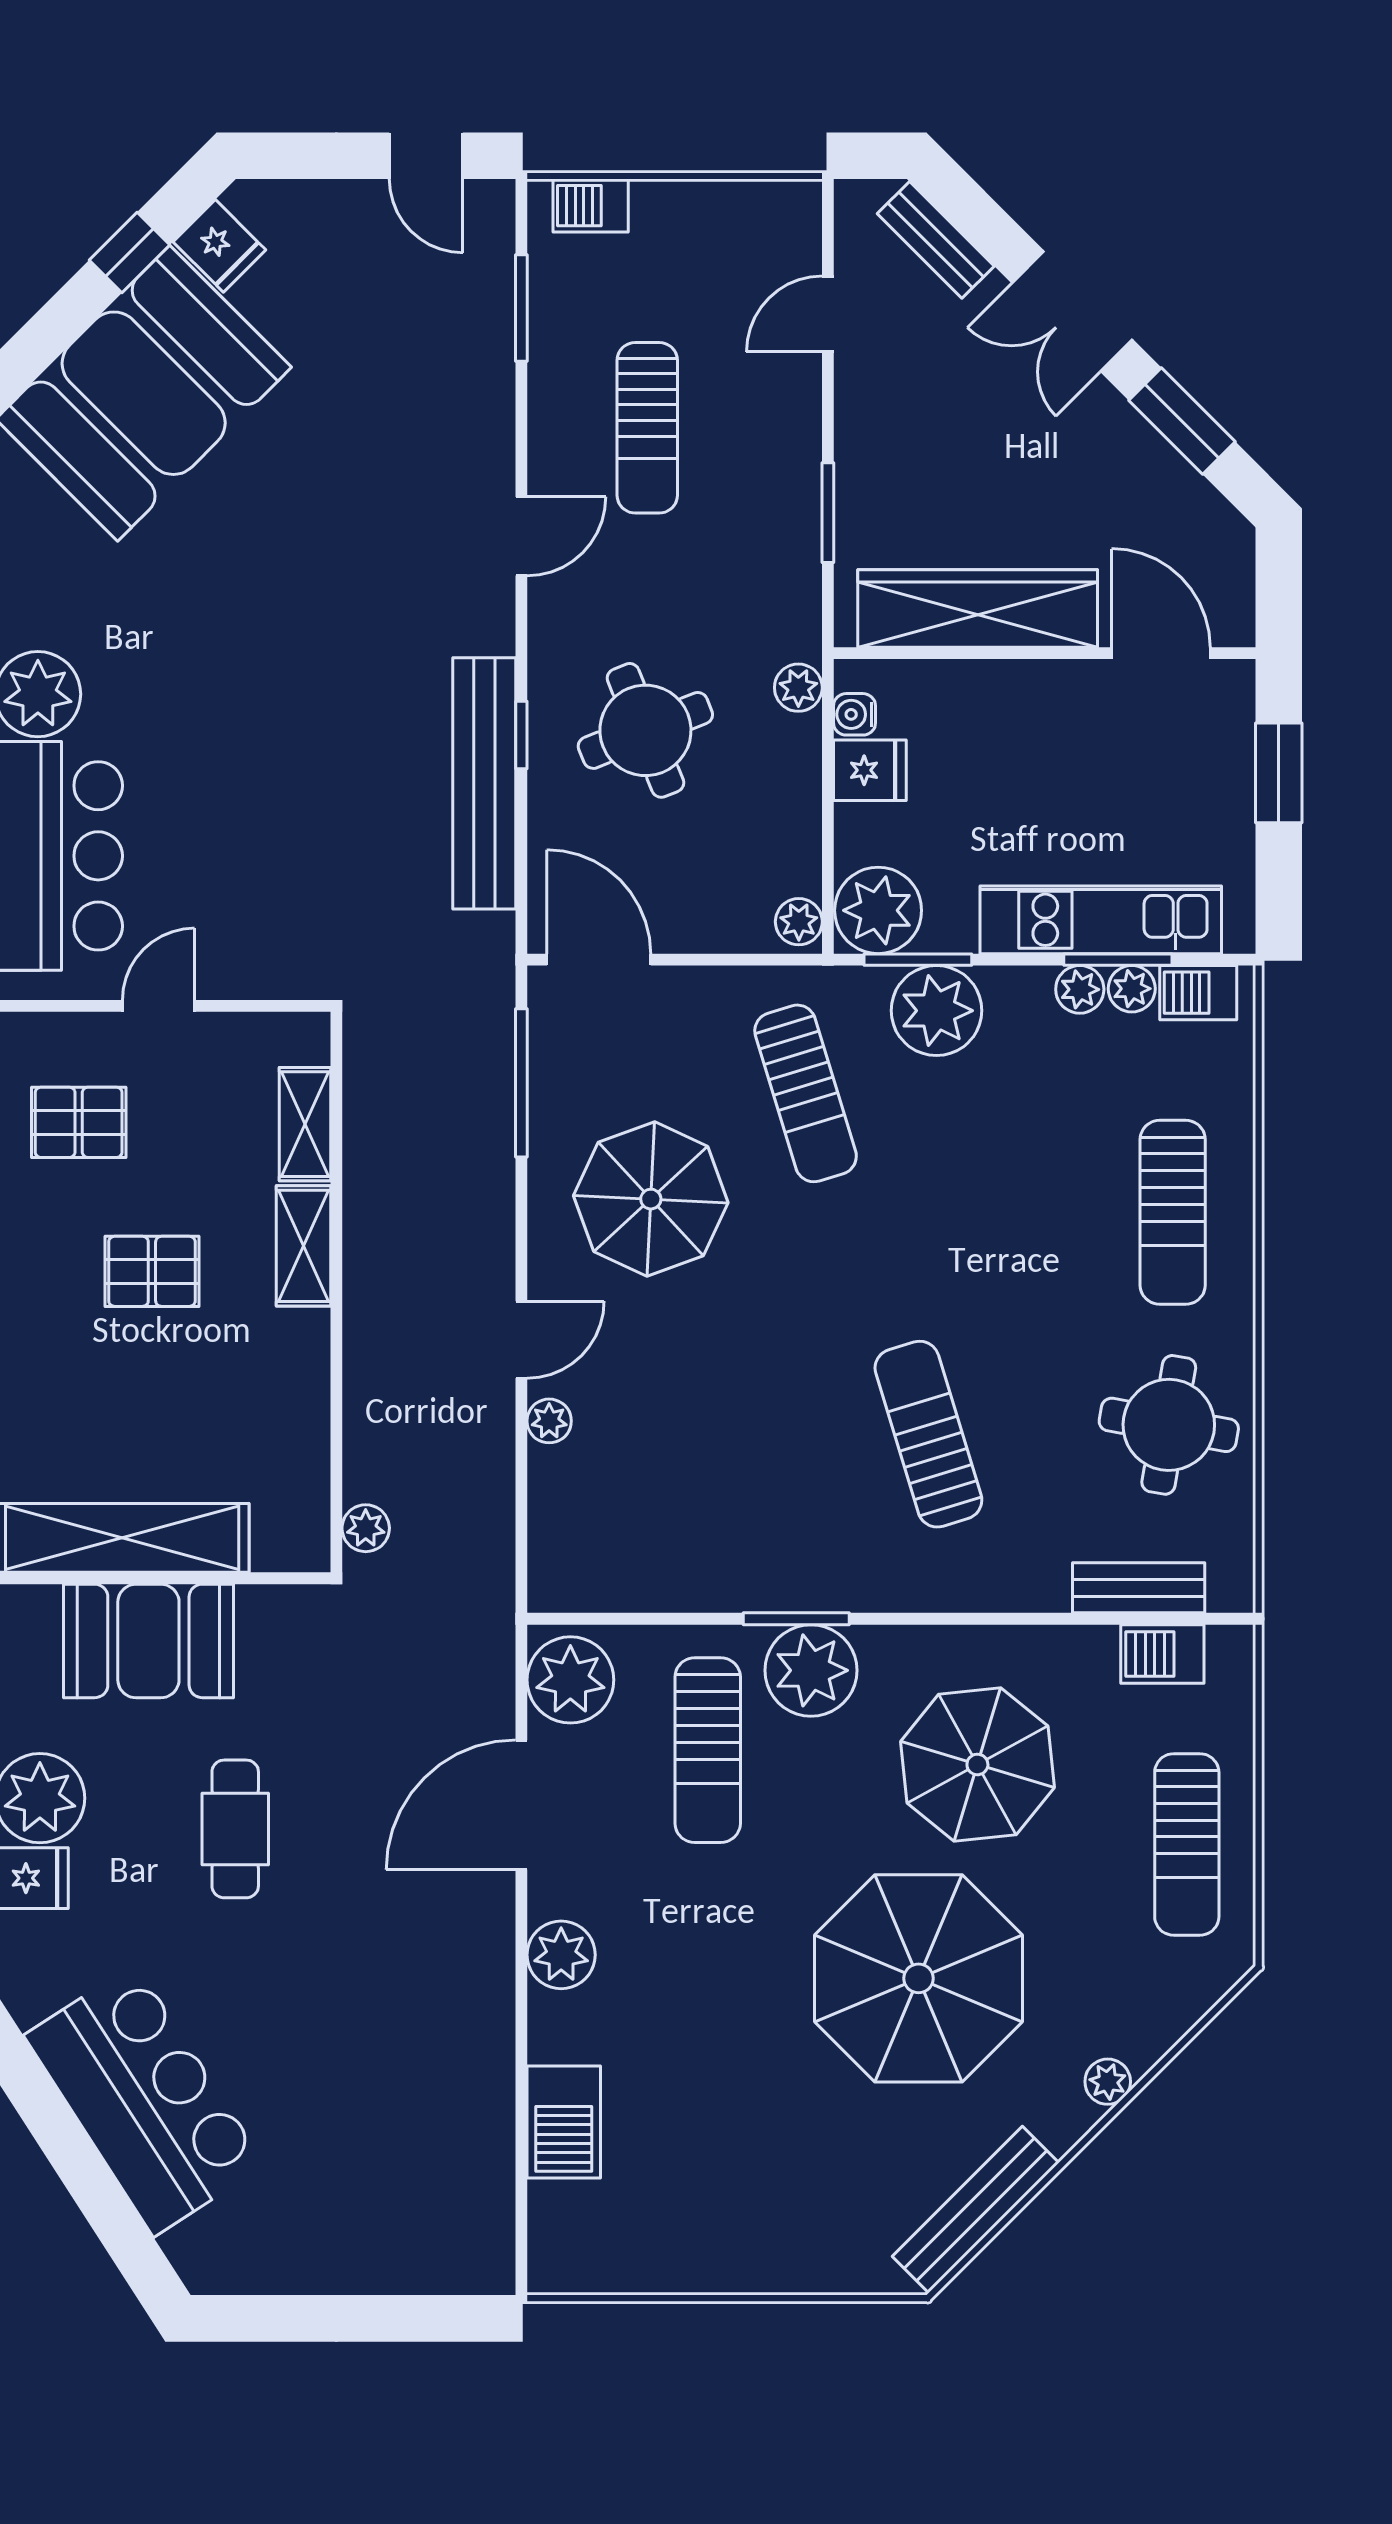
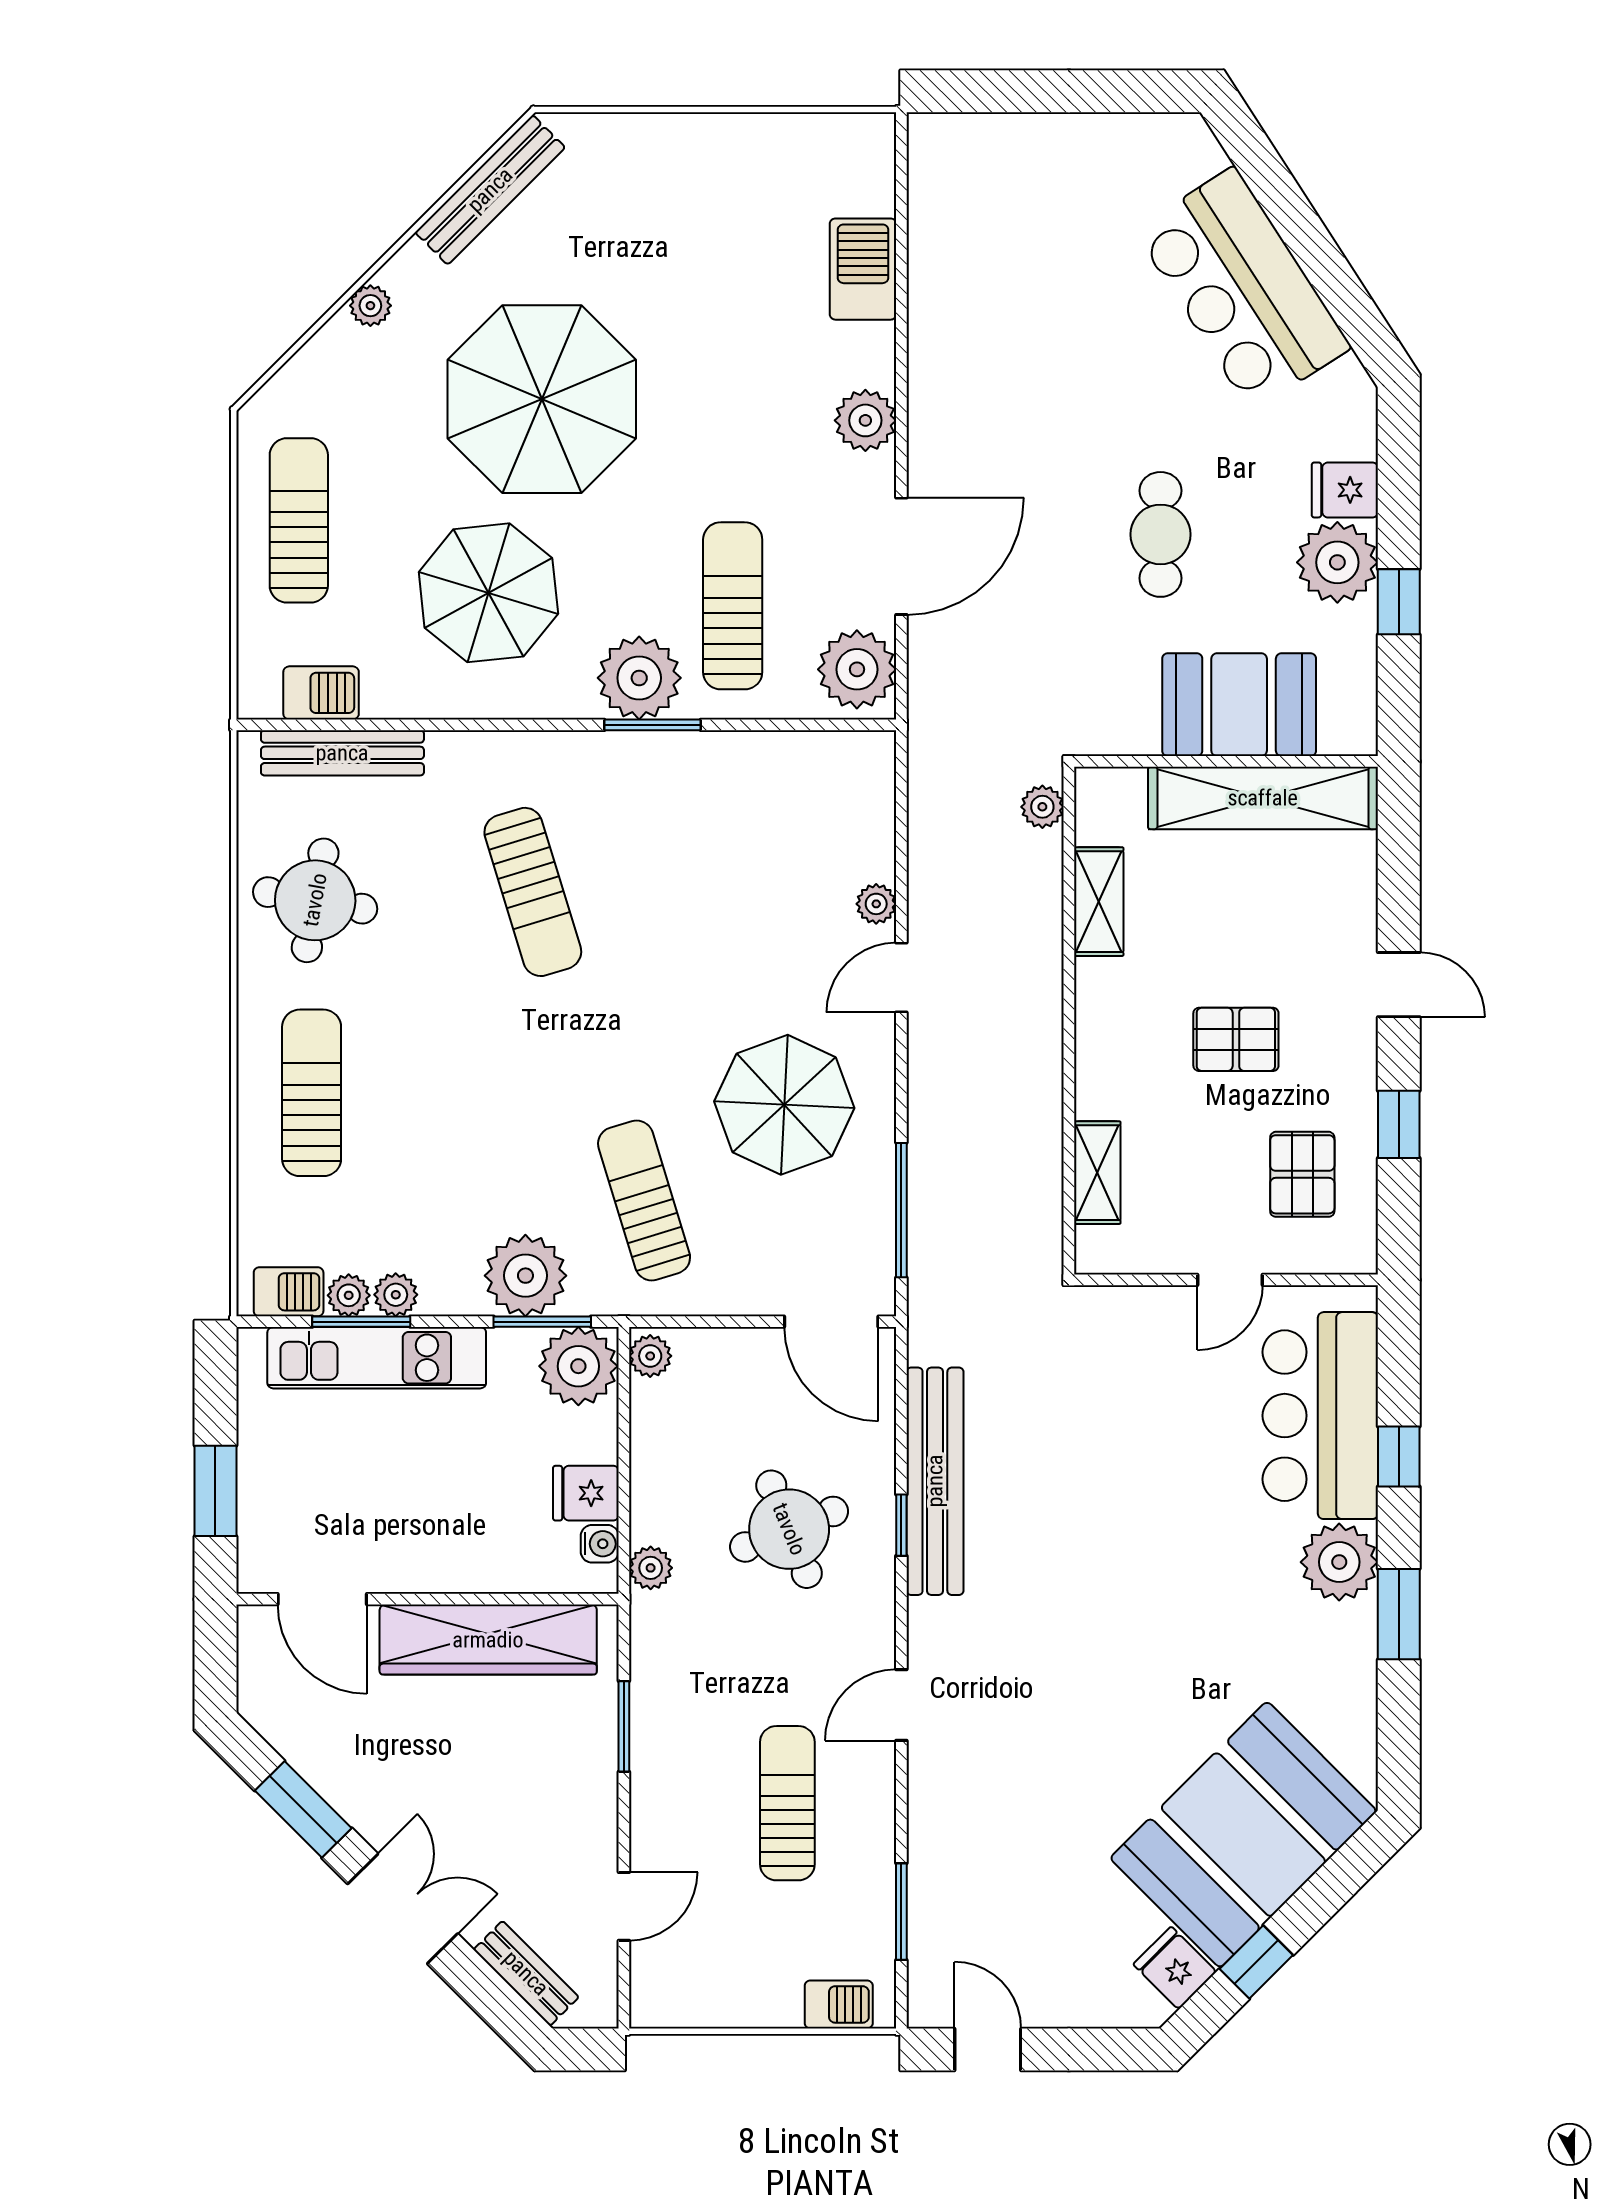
pallet: (79, 1122) -> (1302, 1174), turned 90
shelving: (303, 1246) -> (1099, 902), moved
bench: (1139, 1588) -> (342, 753), width x1.36

